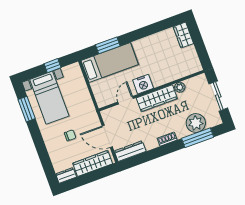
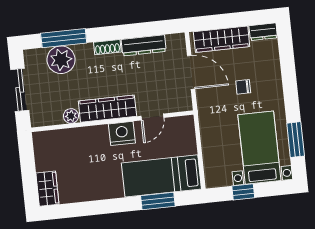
dresser: (130, 151) -> (144, 45), moved

